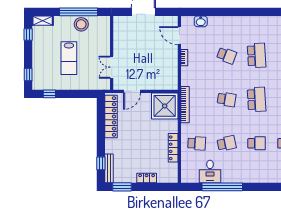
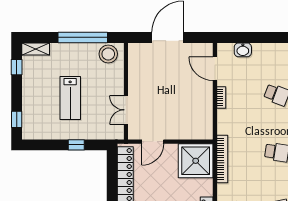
stool: (81, 24) -> (108, 54), moved
window: (49, 94) -> (76, 145), moved

